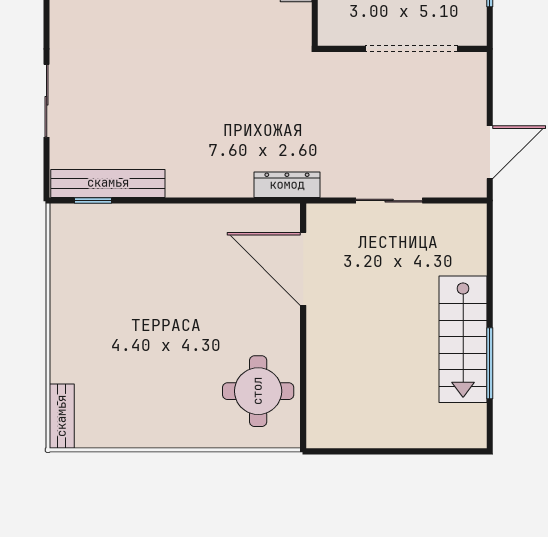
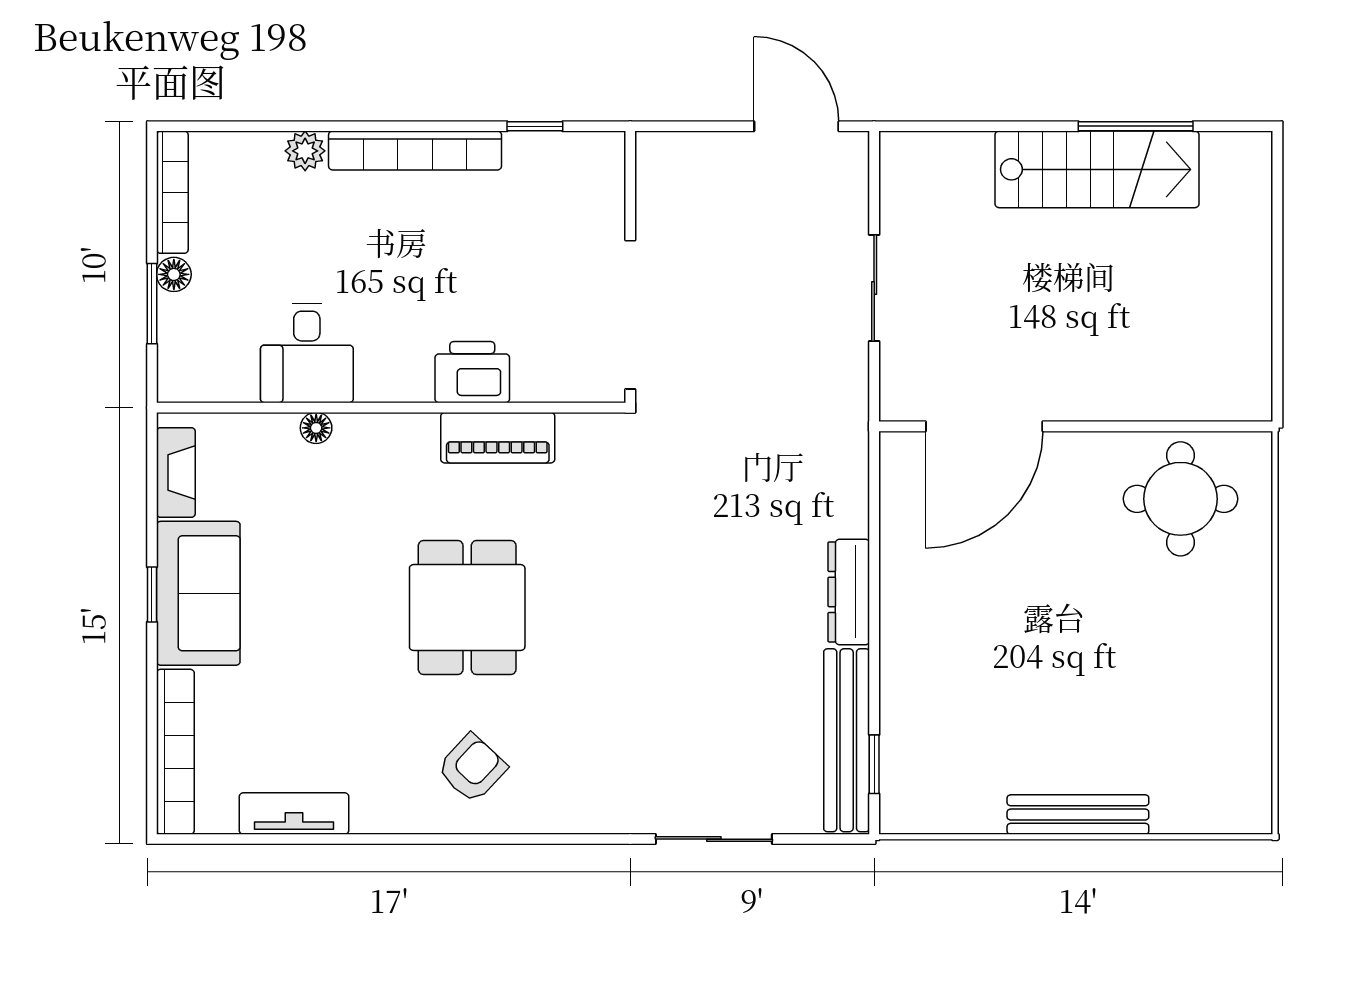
doorway: (412, 49) -> (630, 315), moved
dresser: (287, 185) -> (849, 592), moved
bench: (62, 416) -> (1078, 815), moved, width x1.36

